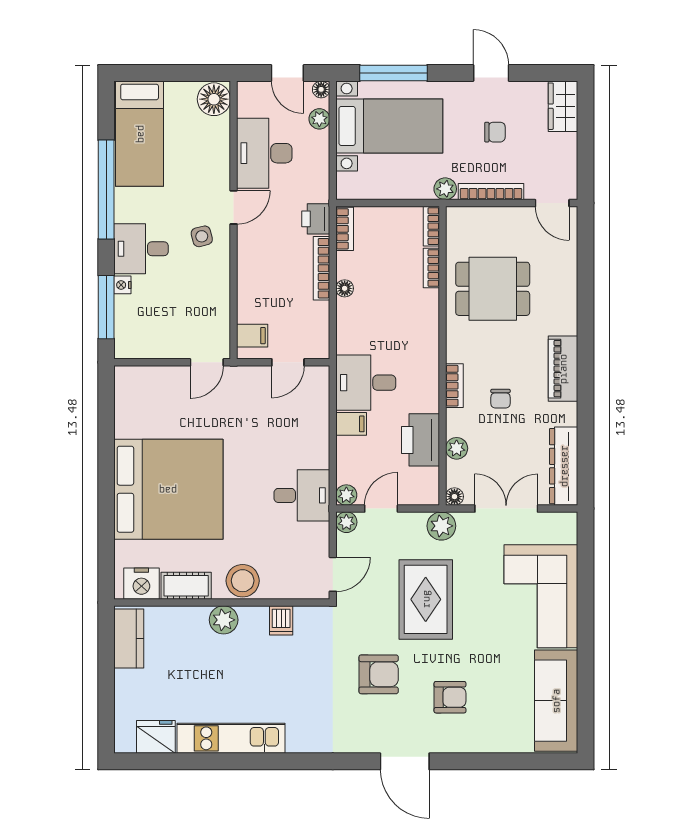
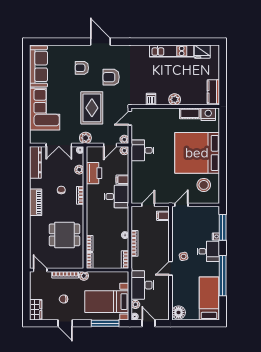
desk: (264, 153) -> (142, 285), moved, turned 180
printer: (316, 219) -> (137, 264), removed
stool: (243, 581) -> (204, 185), moved

